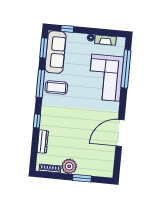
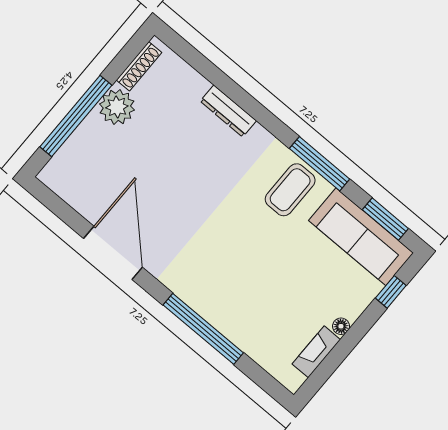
window: (126, 69) -> (203, 329), moved
corner sofa: (106, 78) -> (241, 301), removed
window: (37, 121) -> (251, 106), removed
dresser: (43, 142) -> (228, 111), moved
window: (82, 178) -> (76, 116), width x2.11

